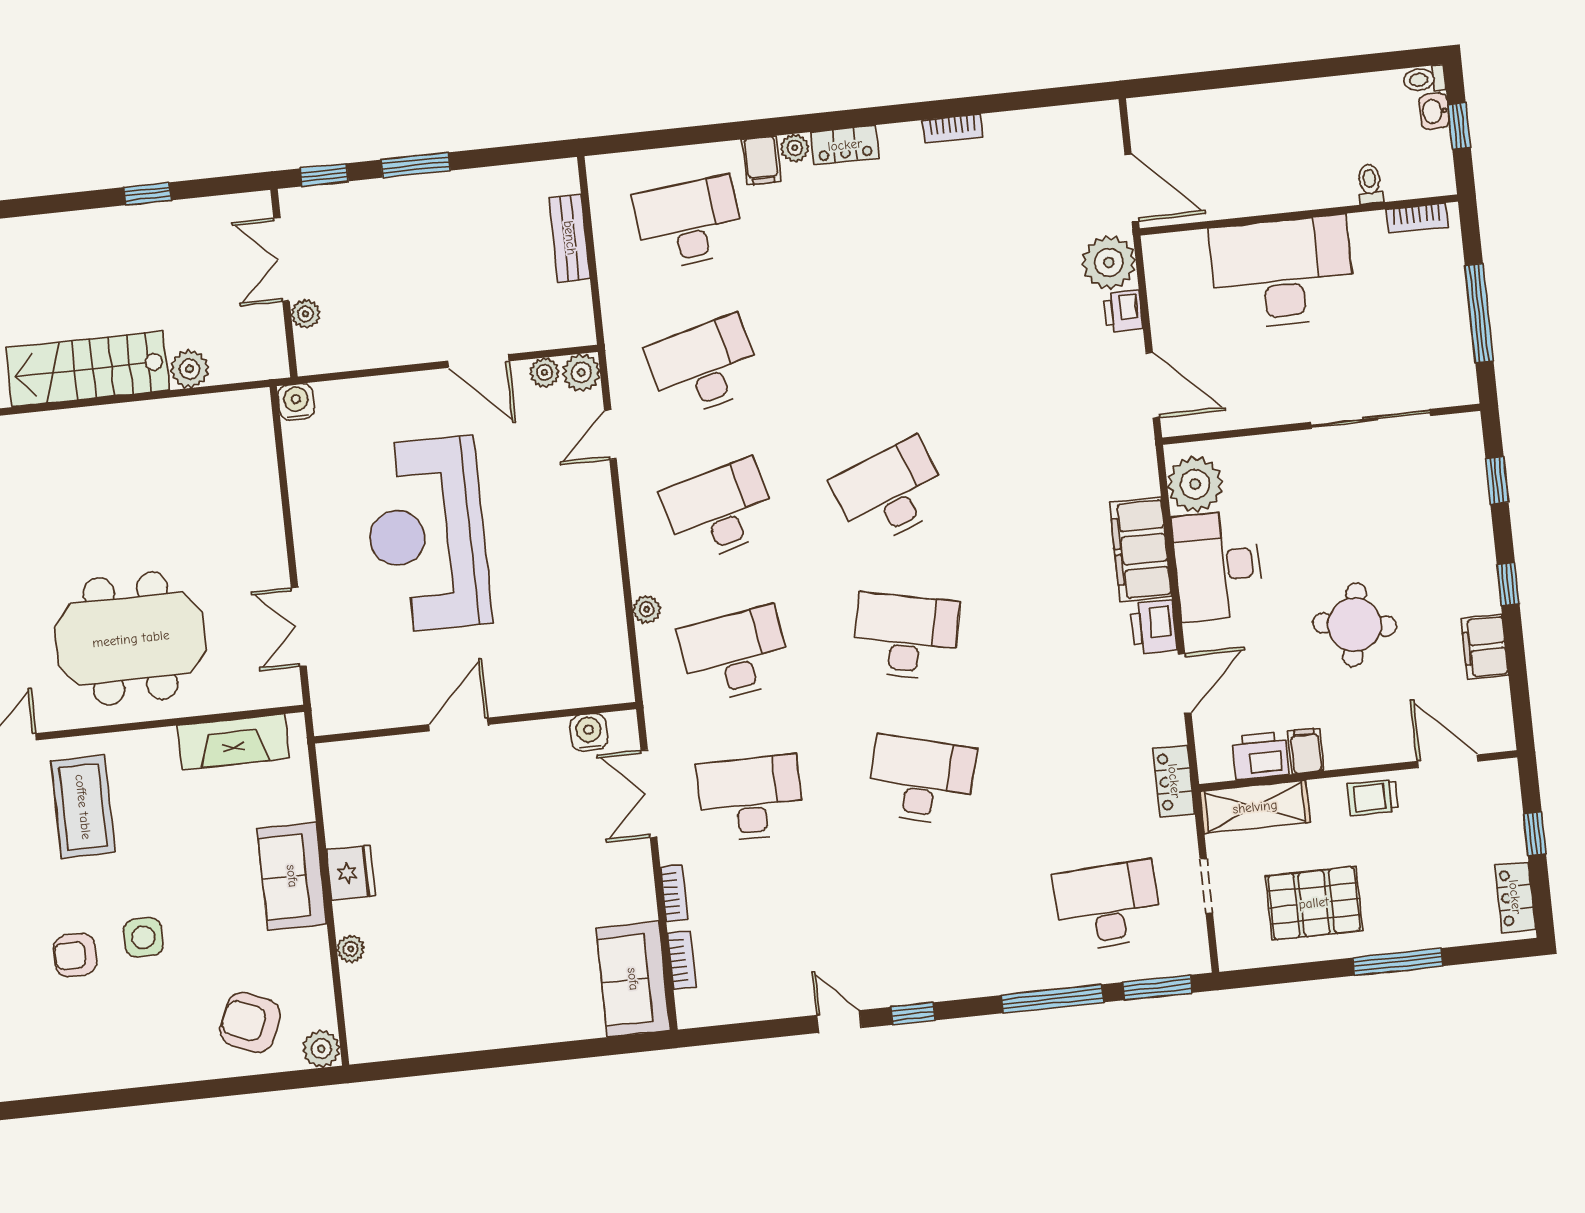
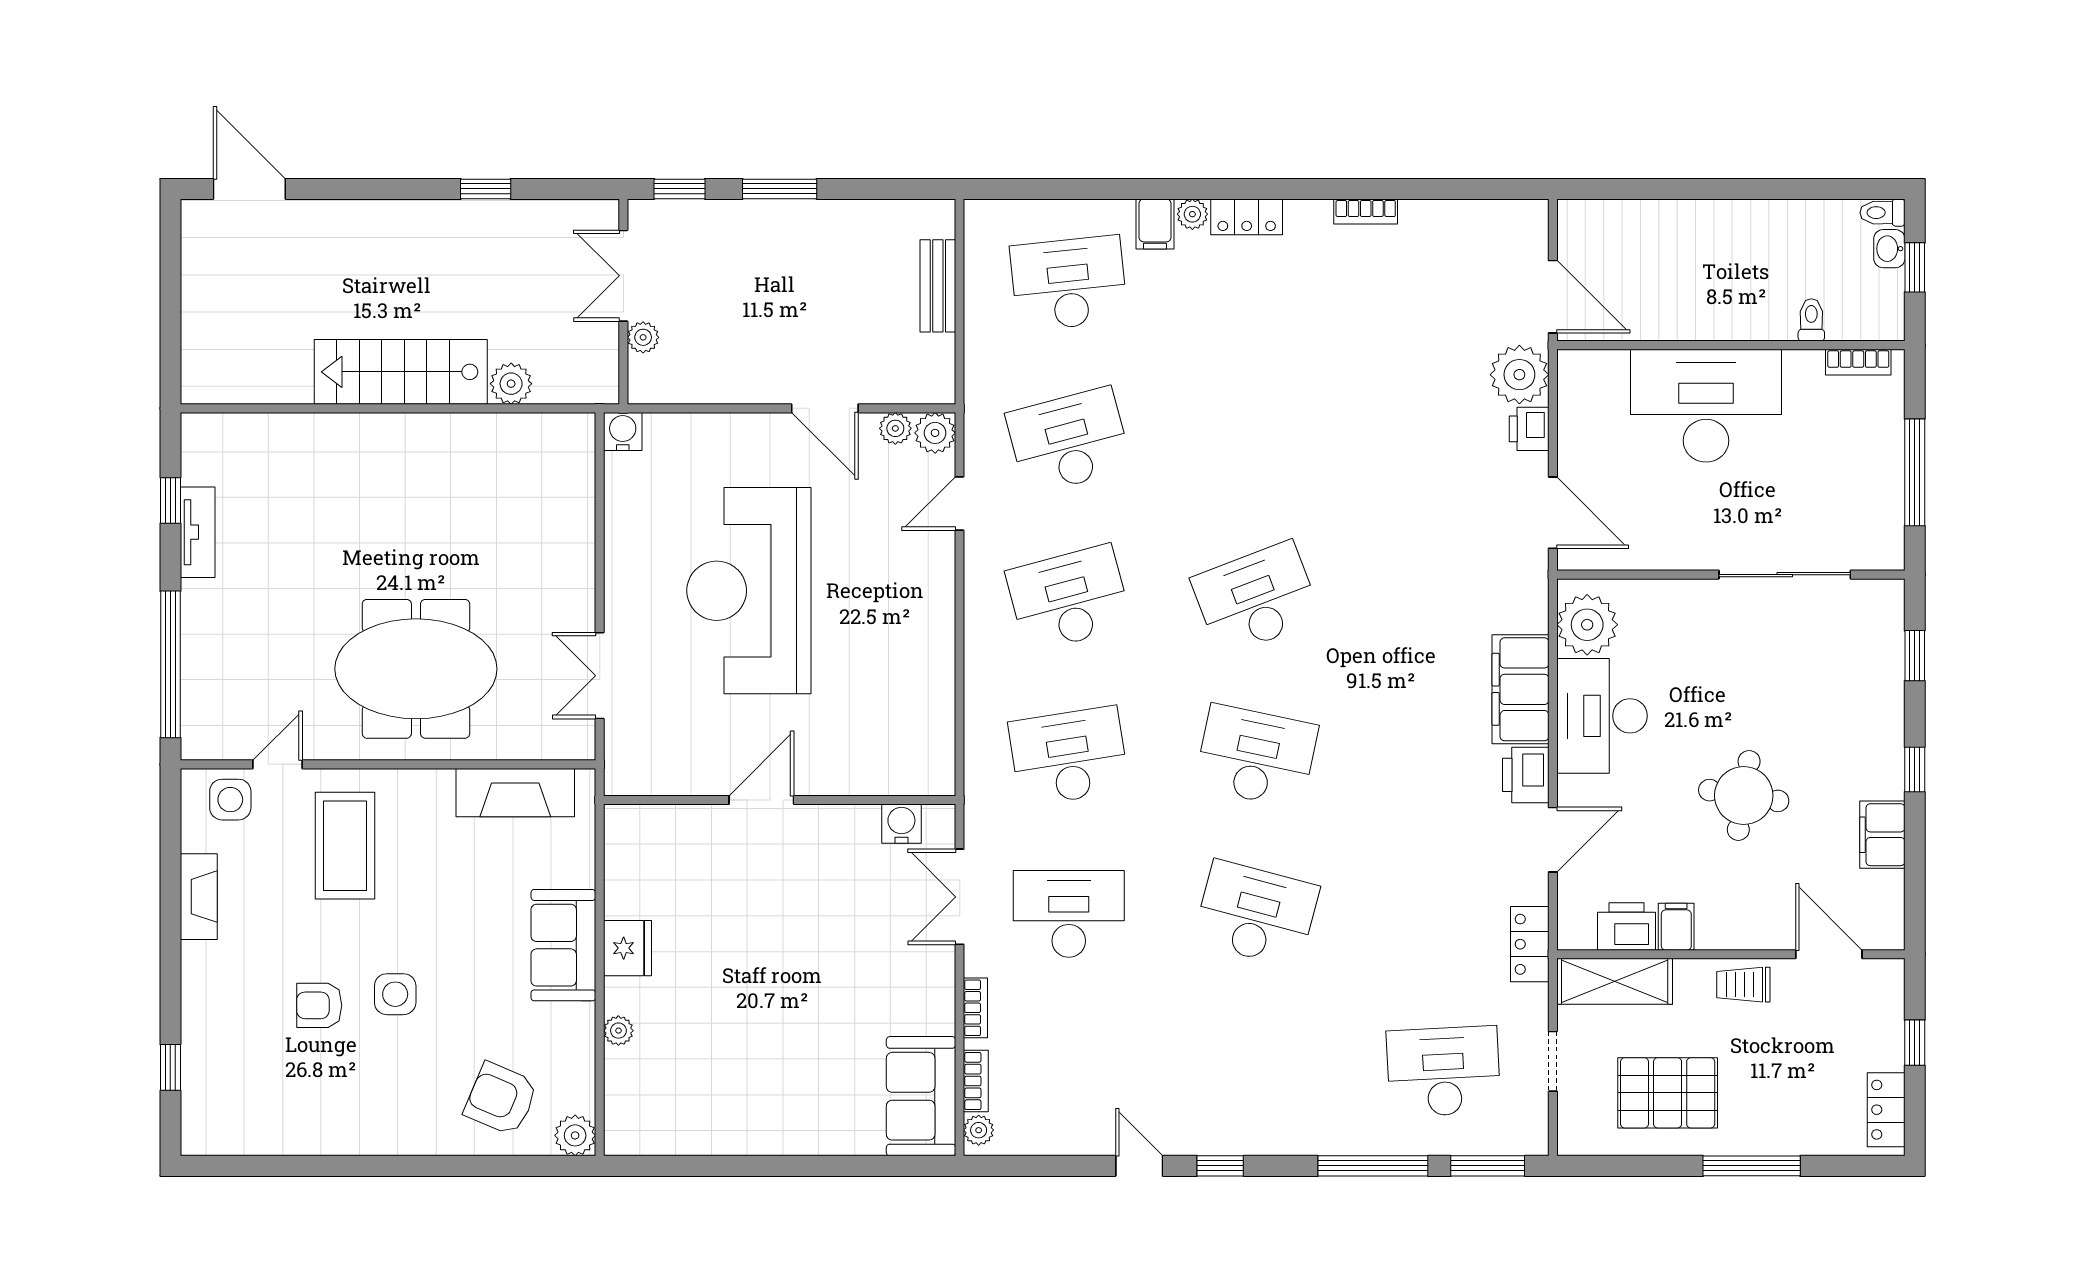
plant: (647, 609) -> (979, 1130), moved

